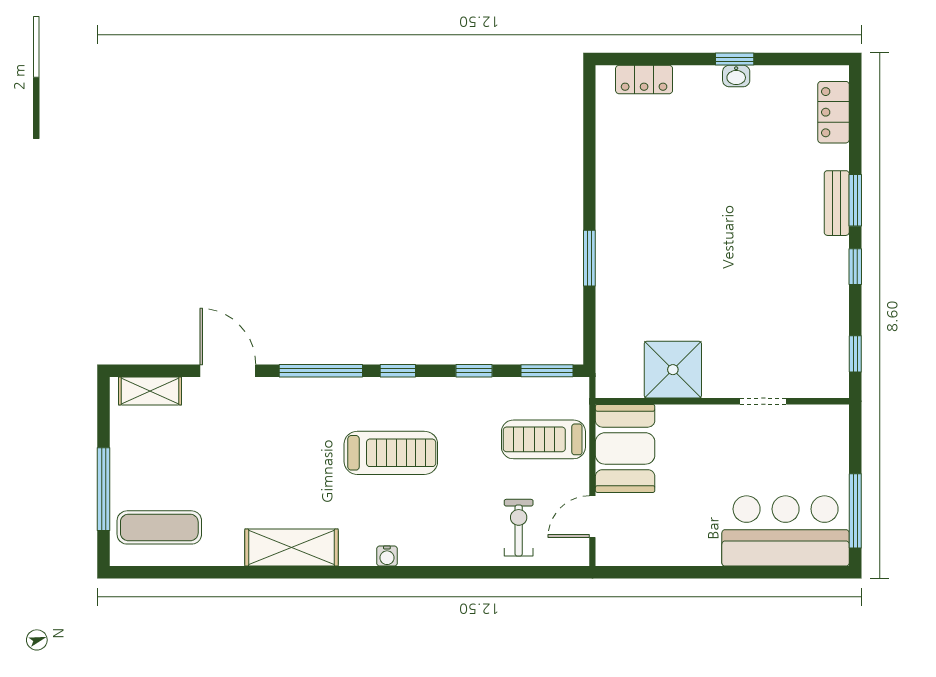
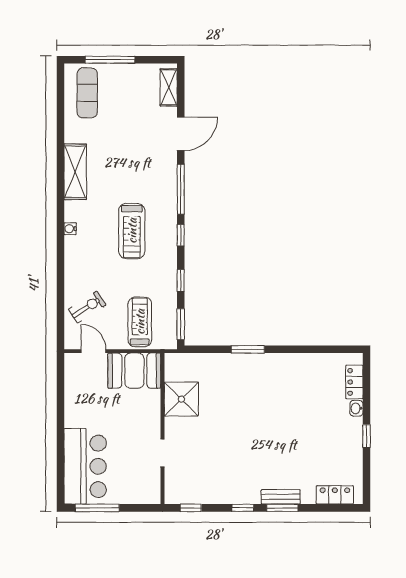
washbasin: (736, 76) -> (356, 408), moved
exercise bike: (519, 528) -> (87, 307), turned -33

